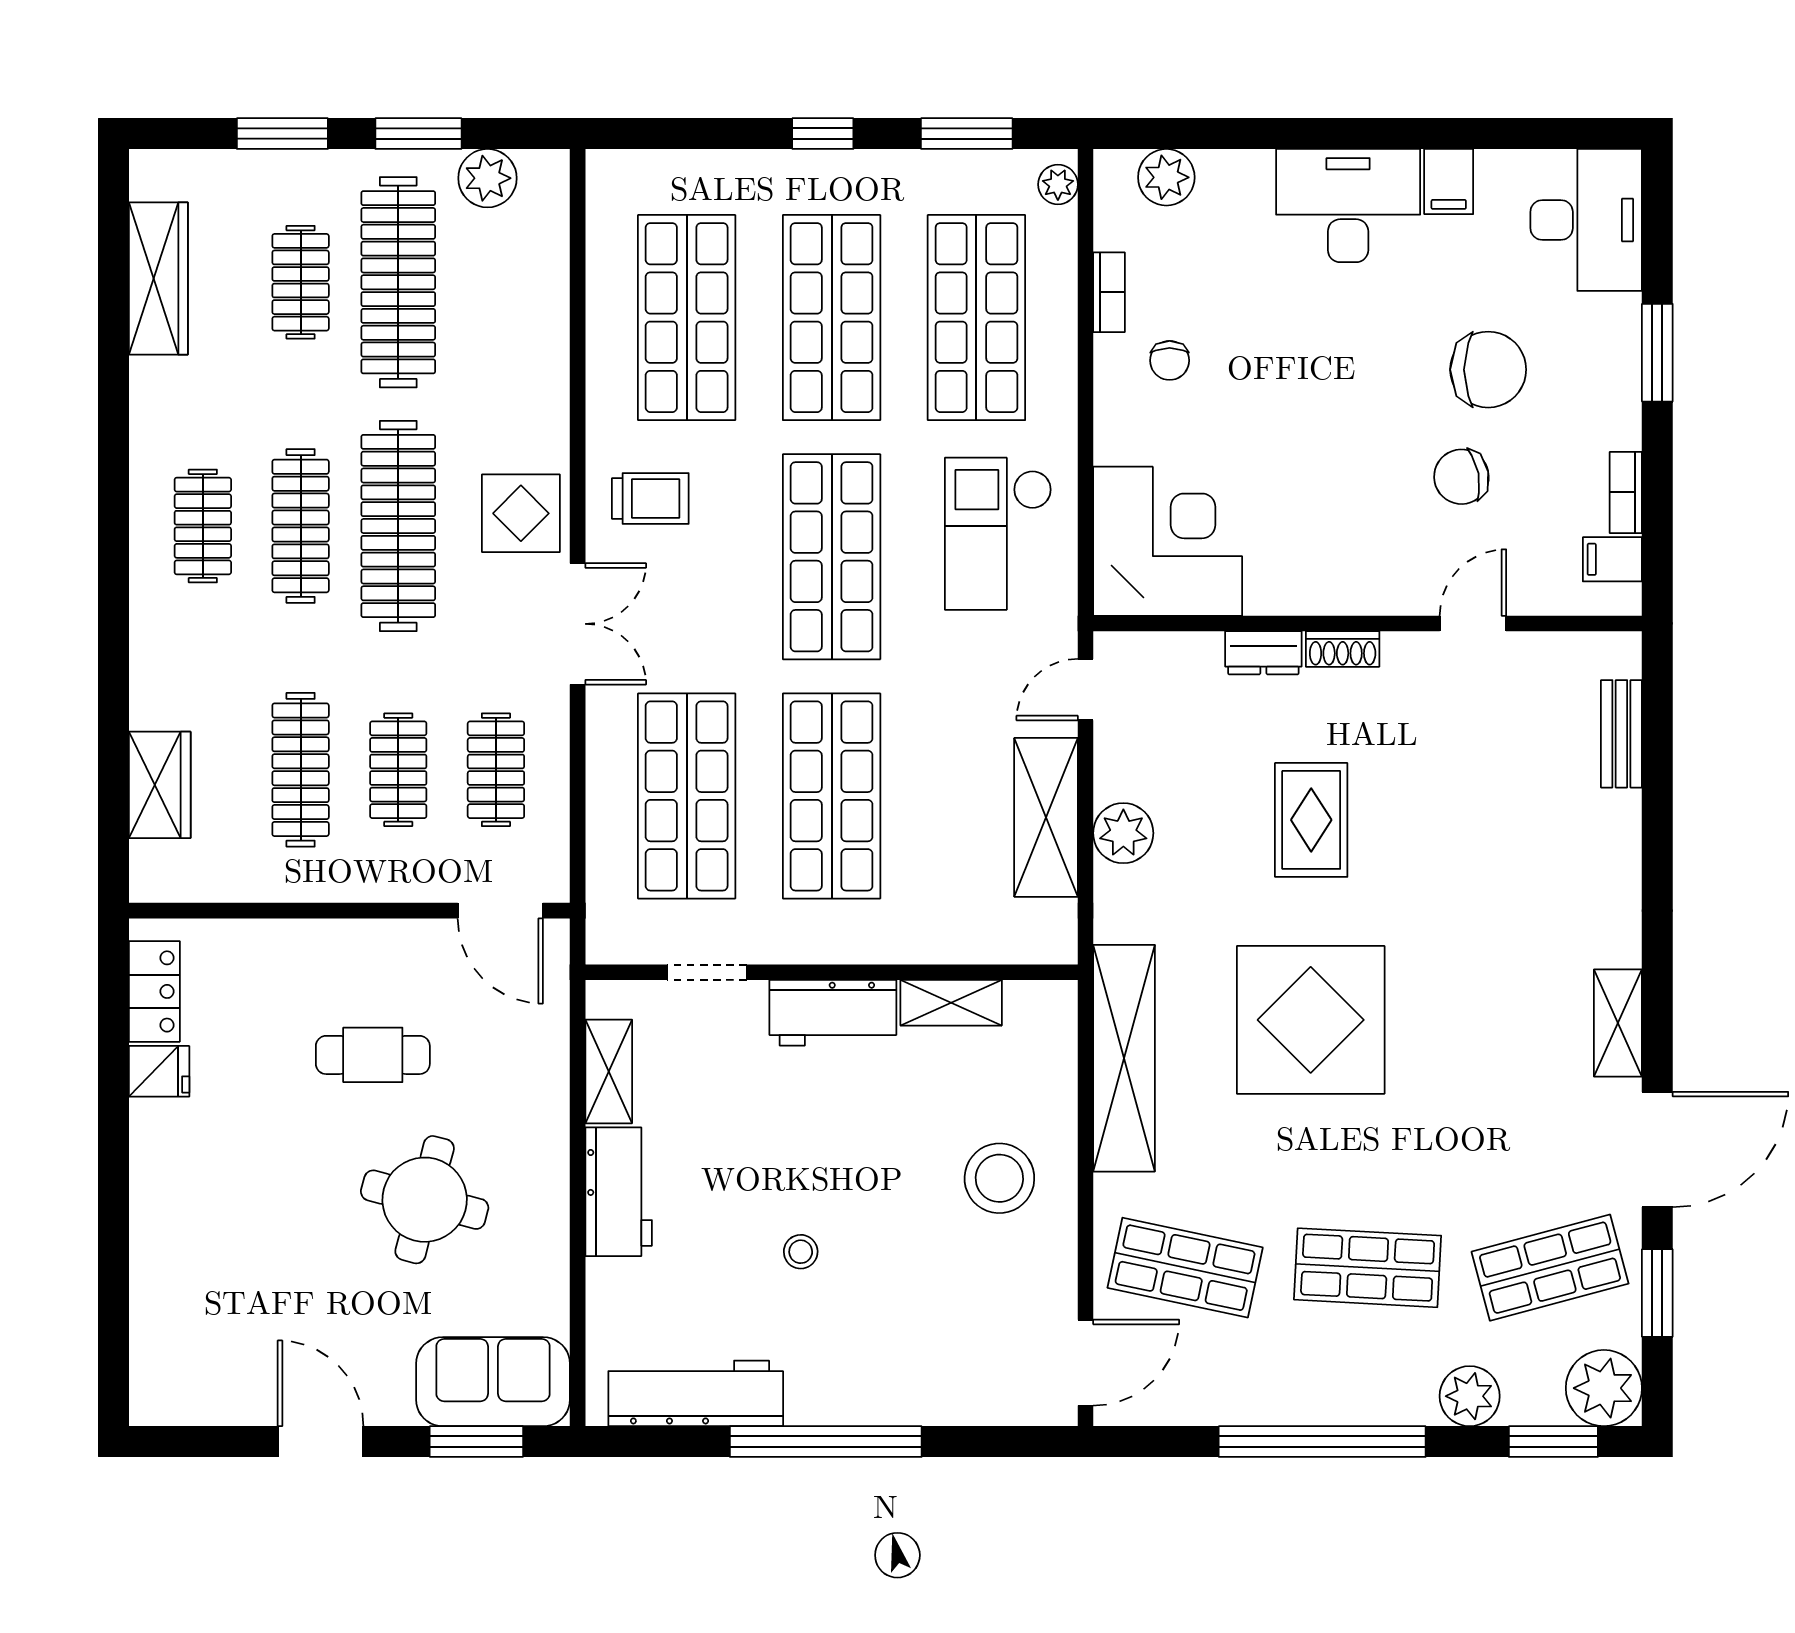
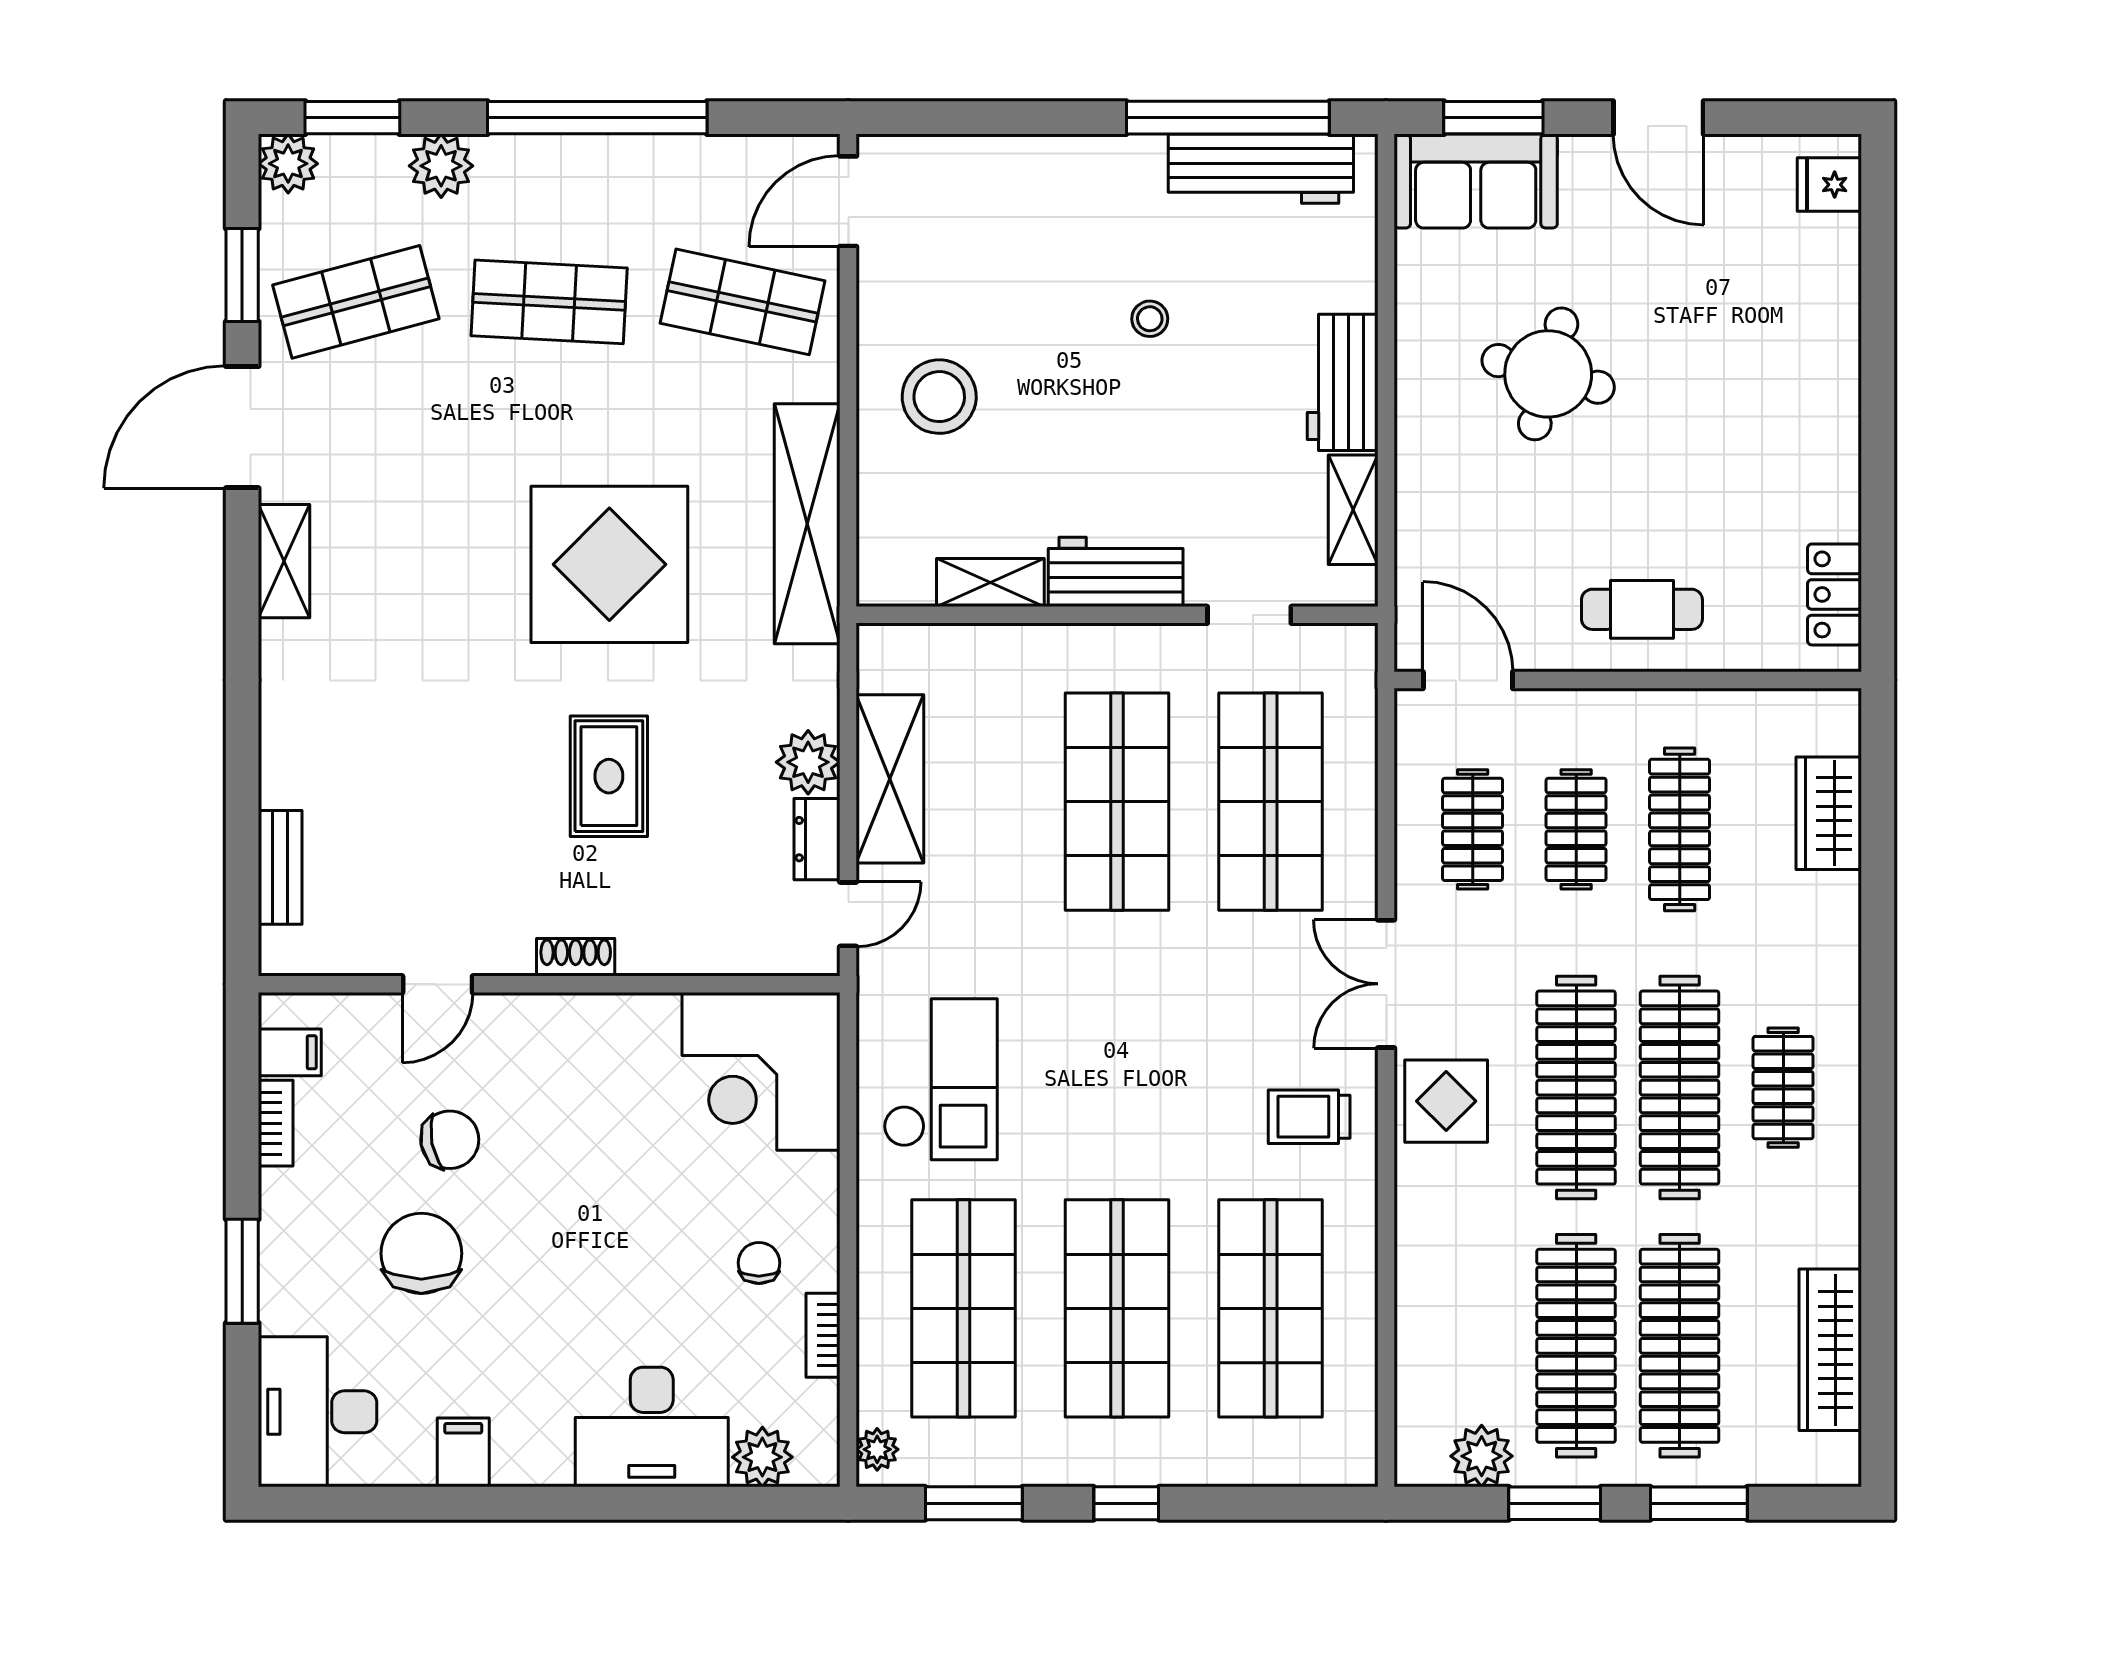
desk: (1348, 206) -> (652, 1427), moved
clothes rail: (301, 282) -> (1680, 1346), width x1.86, depth x1.31
chair: (1488, 370) -> (421, 1253), turned 90
clothes rail: (301, 526) -> (1680, 1088), width x1.37, depth x1.31
shop shelf: (832, 557) -> (1117, 1055), removed
dresser: (1263, 653) -> (817, 839), moved, turned -90
cafe table: (373, 1055) -> (1642, 609), moved
fridge: (159, 1071) -> (1829, 185), moved
plant: (1604, 1388) -> (288, 164), width x0.73, depth x0.73
window: (826, 1442) -> (1228, 118), moved

